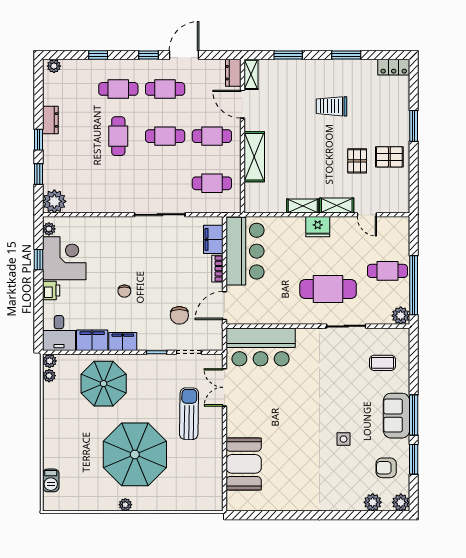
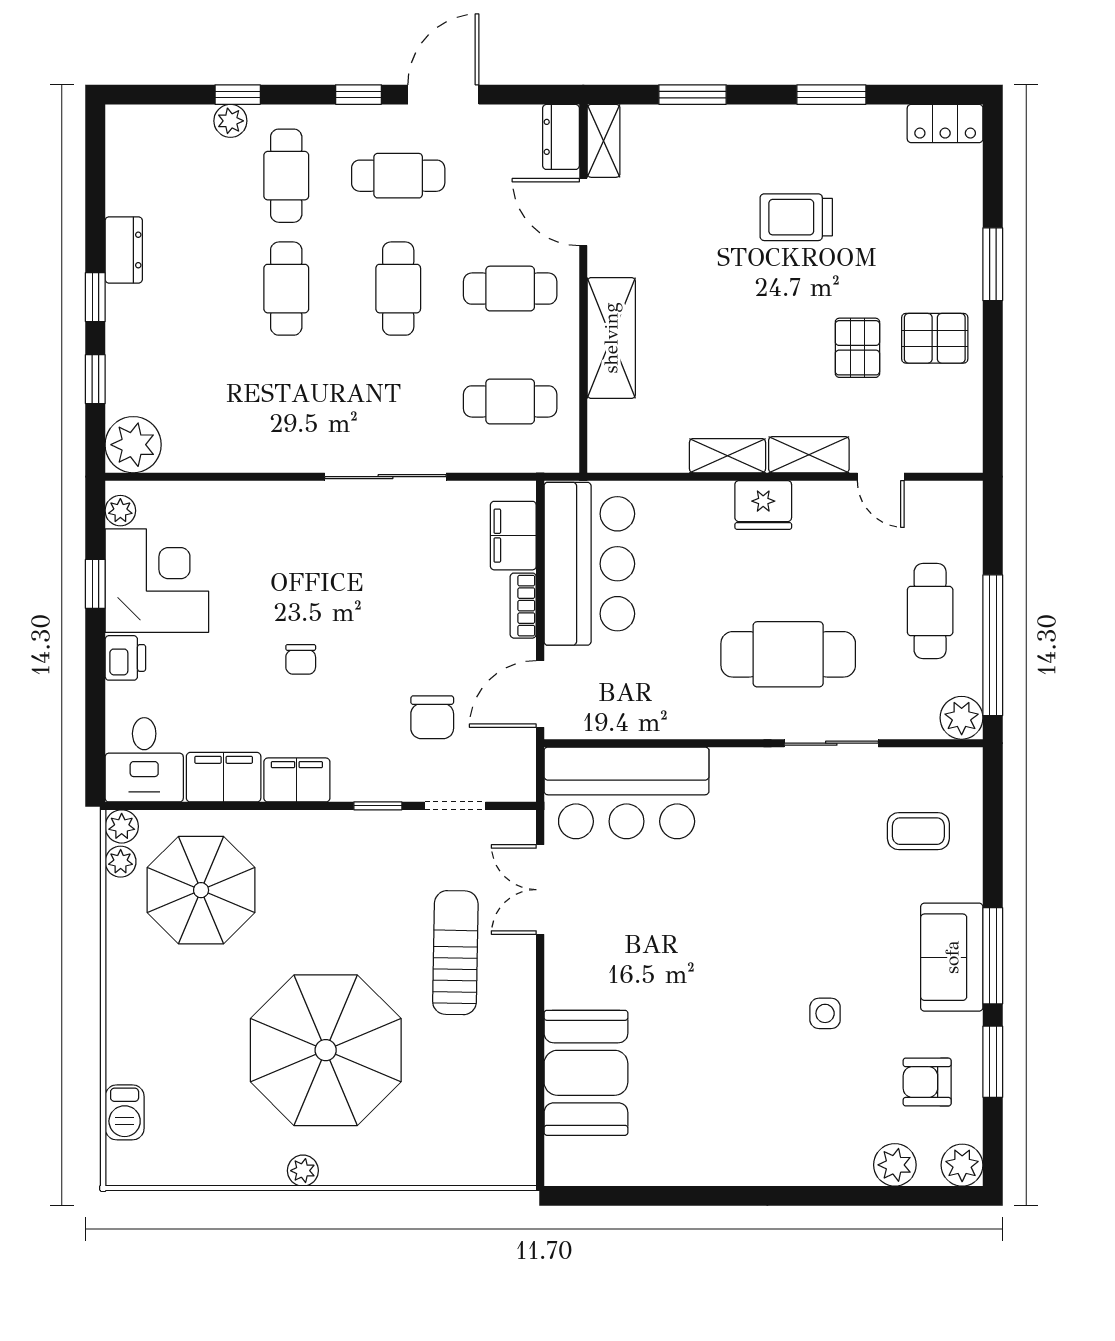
plant: (54, 66) -> (230, 121), moved
cafe table: (118, 89) -> (286, 176), turned 90
cafe table: (165, 136) -> (398, 289), turned 90
cafe table: (387, 271) -> (930, 611), turned 90
parasol: (104, 384) -> (201, 890), moved

